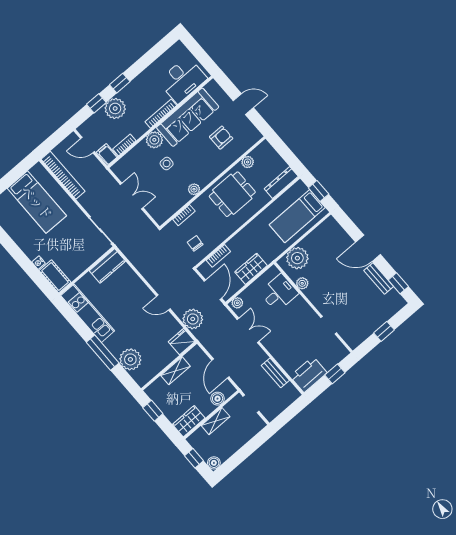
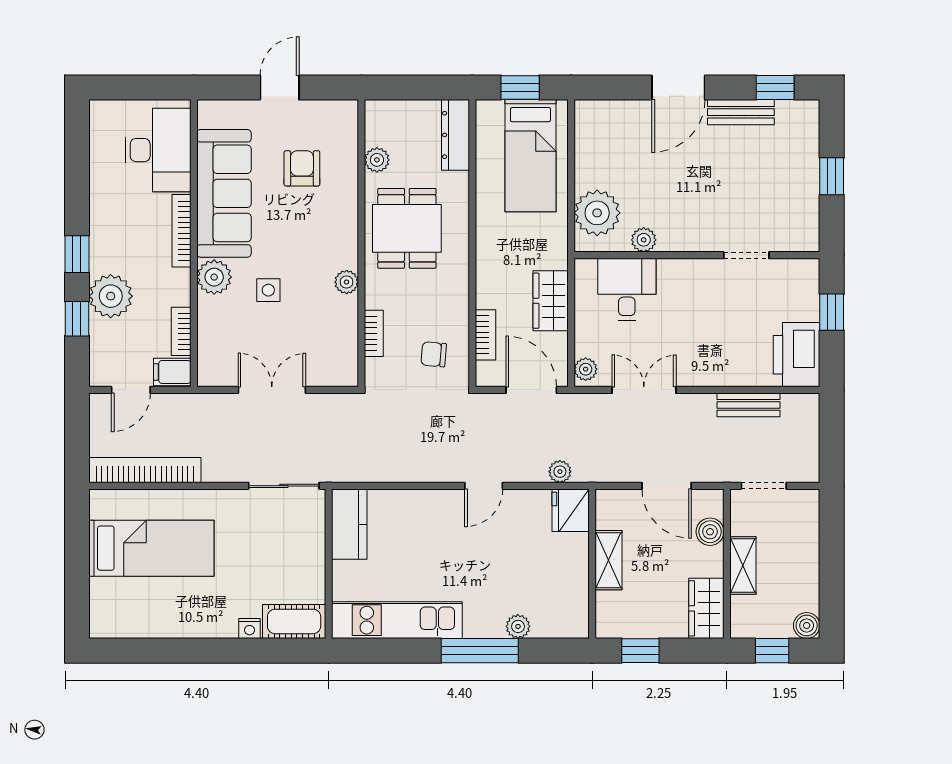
plant: (193, 319) -> (560, 472), width x0.53, depth x0.53
plant: (130, 359) -> (518, 626), width x0.53, depth x0.53

